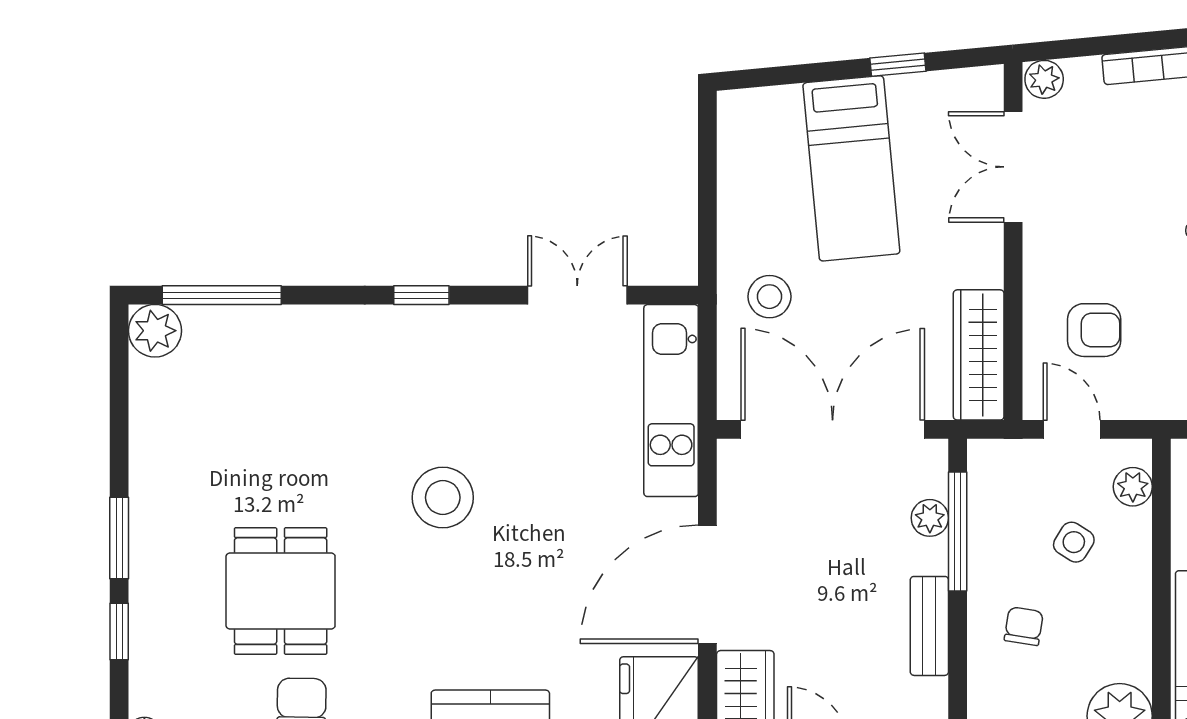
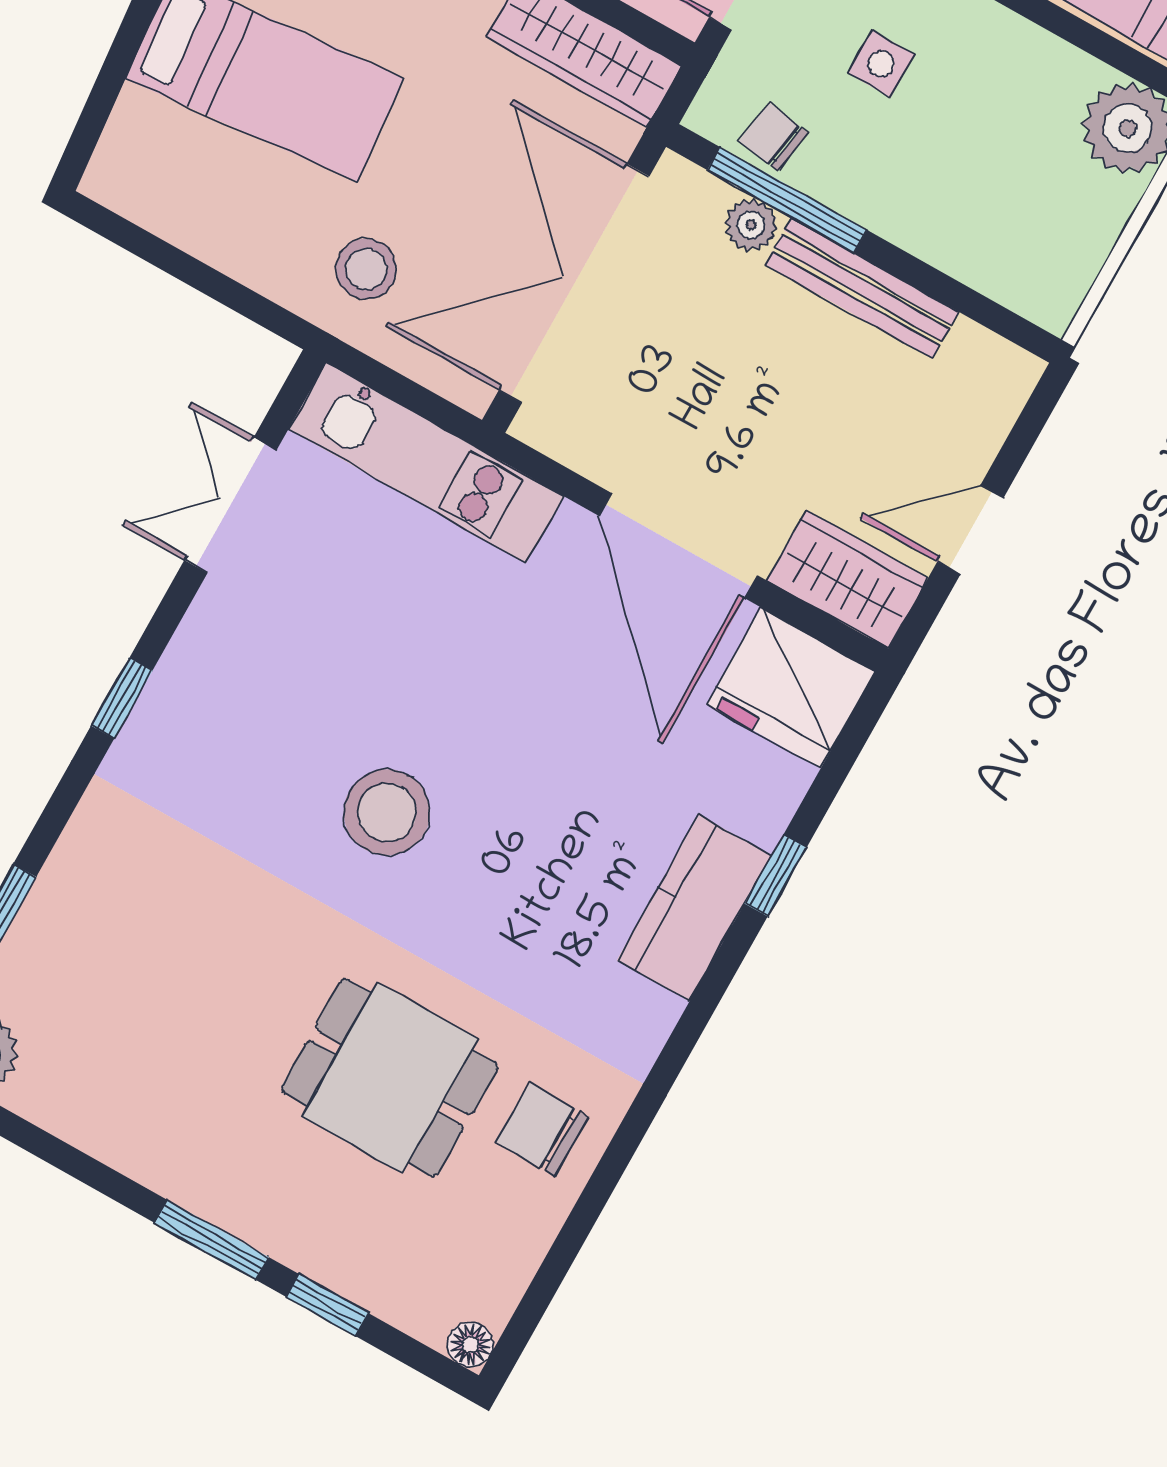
side table: (1074, 542) -> (881, 64), turned -32
bench: (929, 626) -> (862, 288), width x1.36
chair: (1024, 626) -> (773, 137), moved

